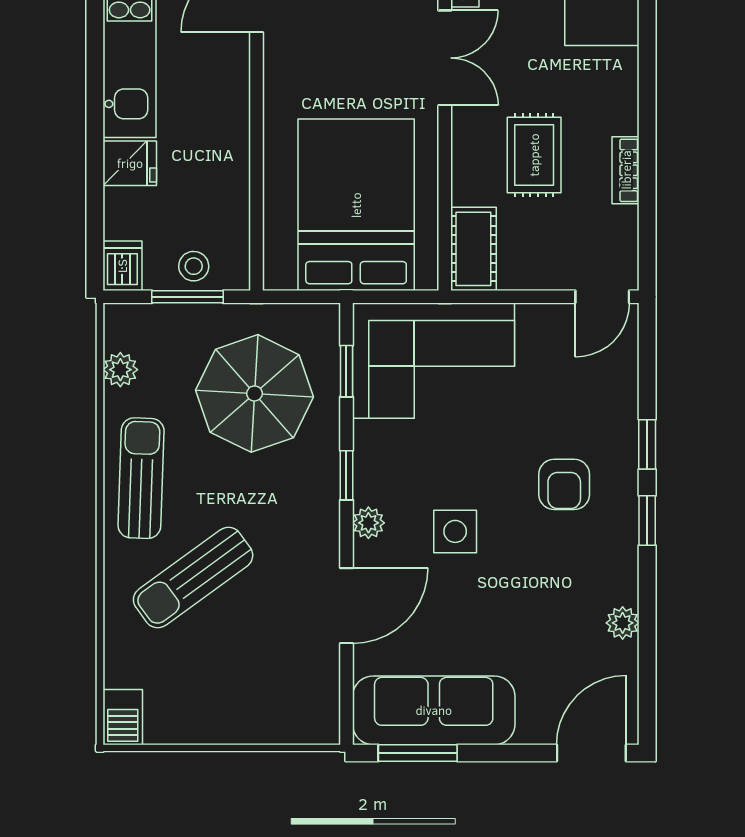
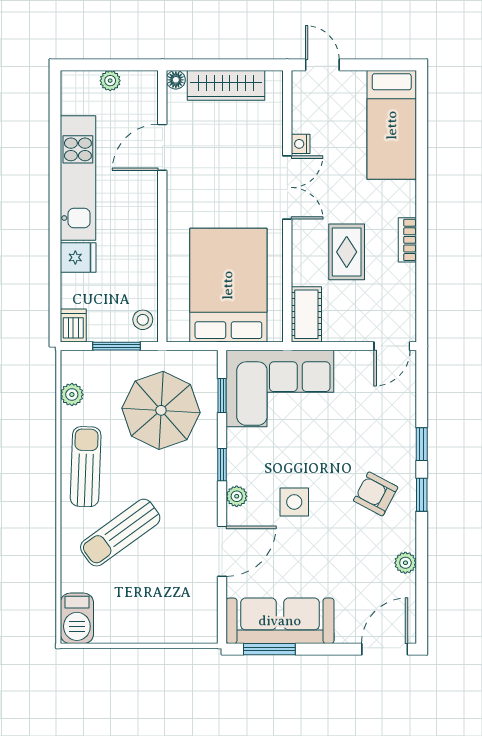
bookcase: (626, 170) -> (407, 240), moved
stool: (194, 266) -> (143, 320), moved
armchair: (564, 484) -> (376, 494), moved, turned 118
barbecue: (123, 717) -> (77, 618), width x1.38, depth x1.27

